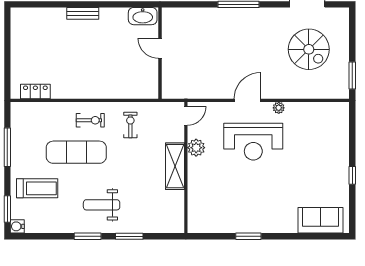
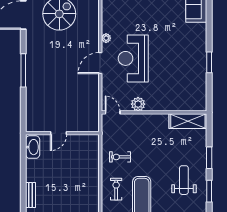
door: (247, 100) -> (100, 63), hinge flipped
reception desk: (253, 142) -> (133, 58), turned 180
shelving: (175, 166) -> (188, 121), moved
weight bench: (102, 205) -> (184, 180), turned 180

